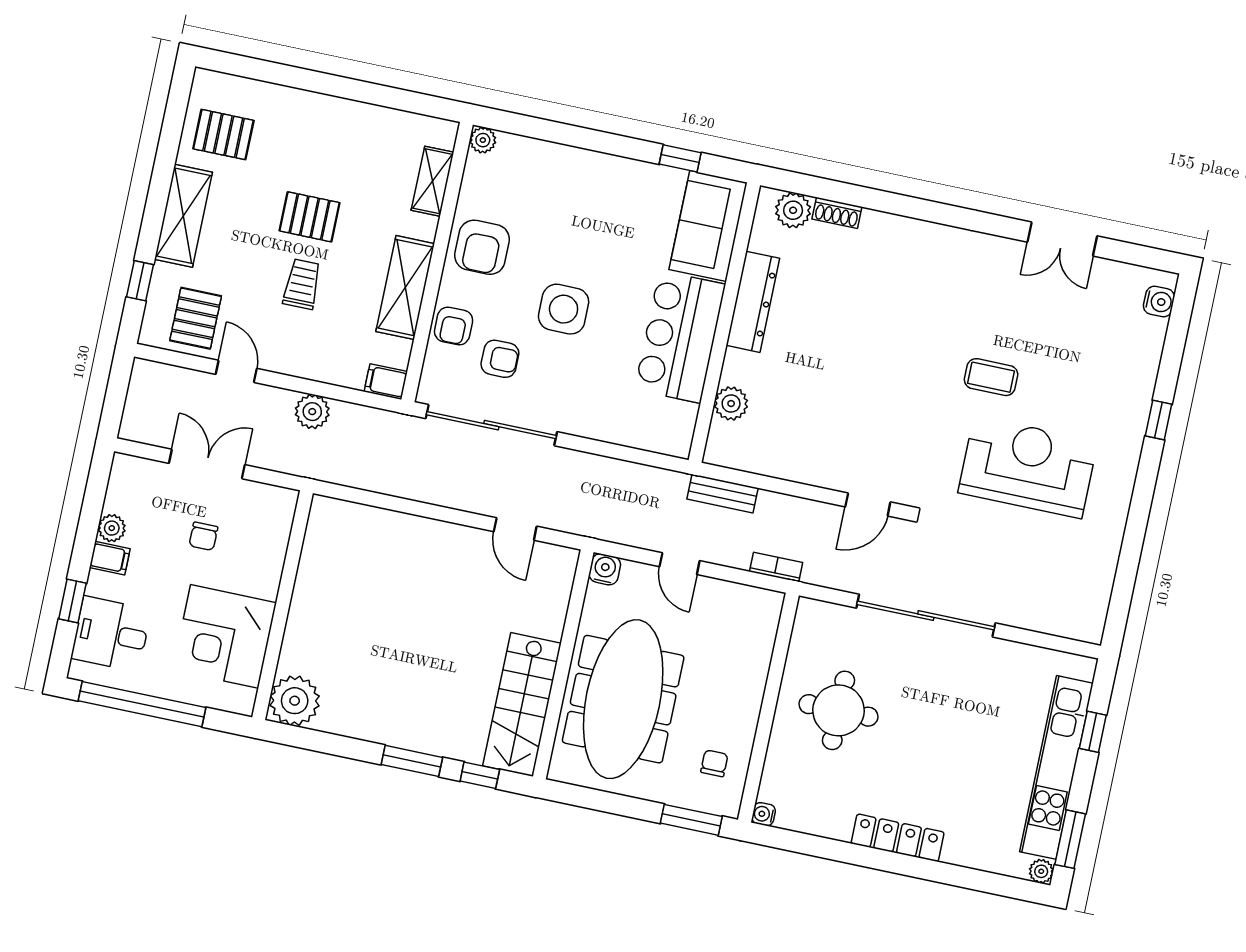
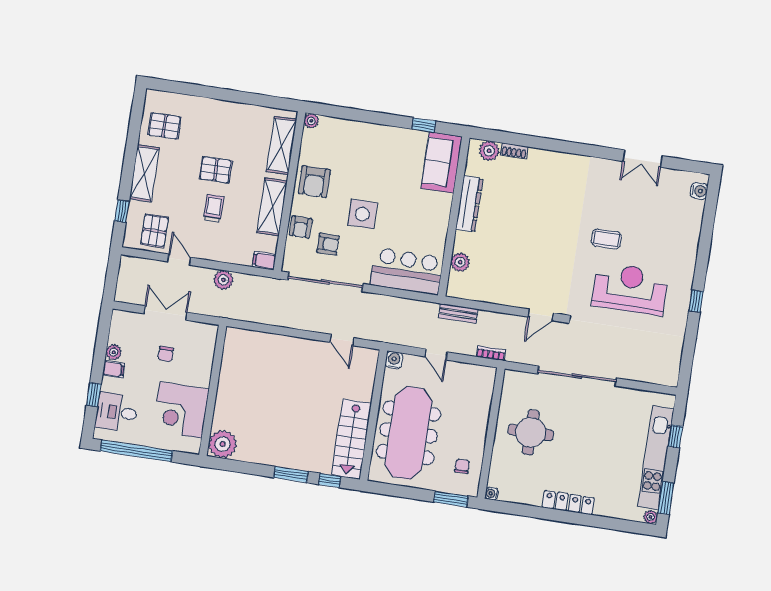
shelving: (433, 181) -> (281, 145), width x1.50, depth x1.33
bar counter: (680, 337) -> (407, 271), moved, turned 90
window: (1159, 420) -> (696, 301), moved

